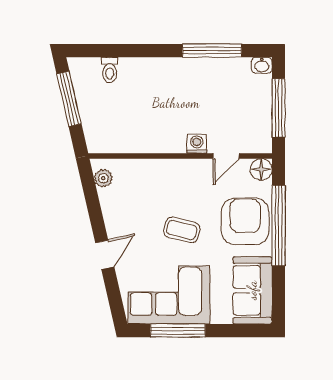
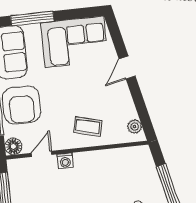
coffee table: (182, 230) -> (88, 126), moved
window: (178, 331) -> (32, 18), moved

